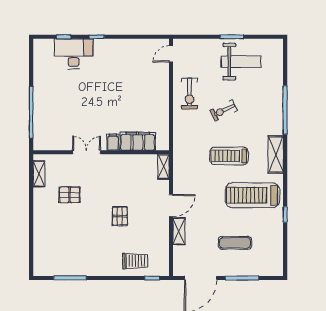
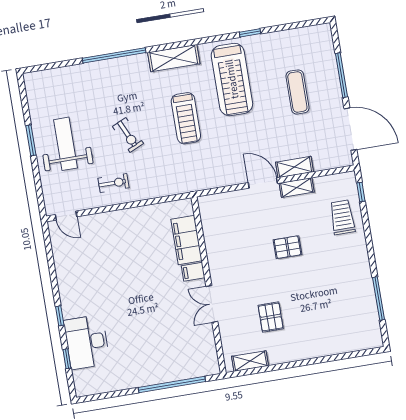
weight bench: (241, 62) -> (65, 144), moved
exercise bike: (189, 94) -> (114, 183), width x0.73, depth x0.72
shelving: (163, 167) -> (297, 188), moved

